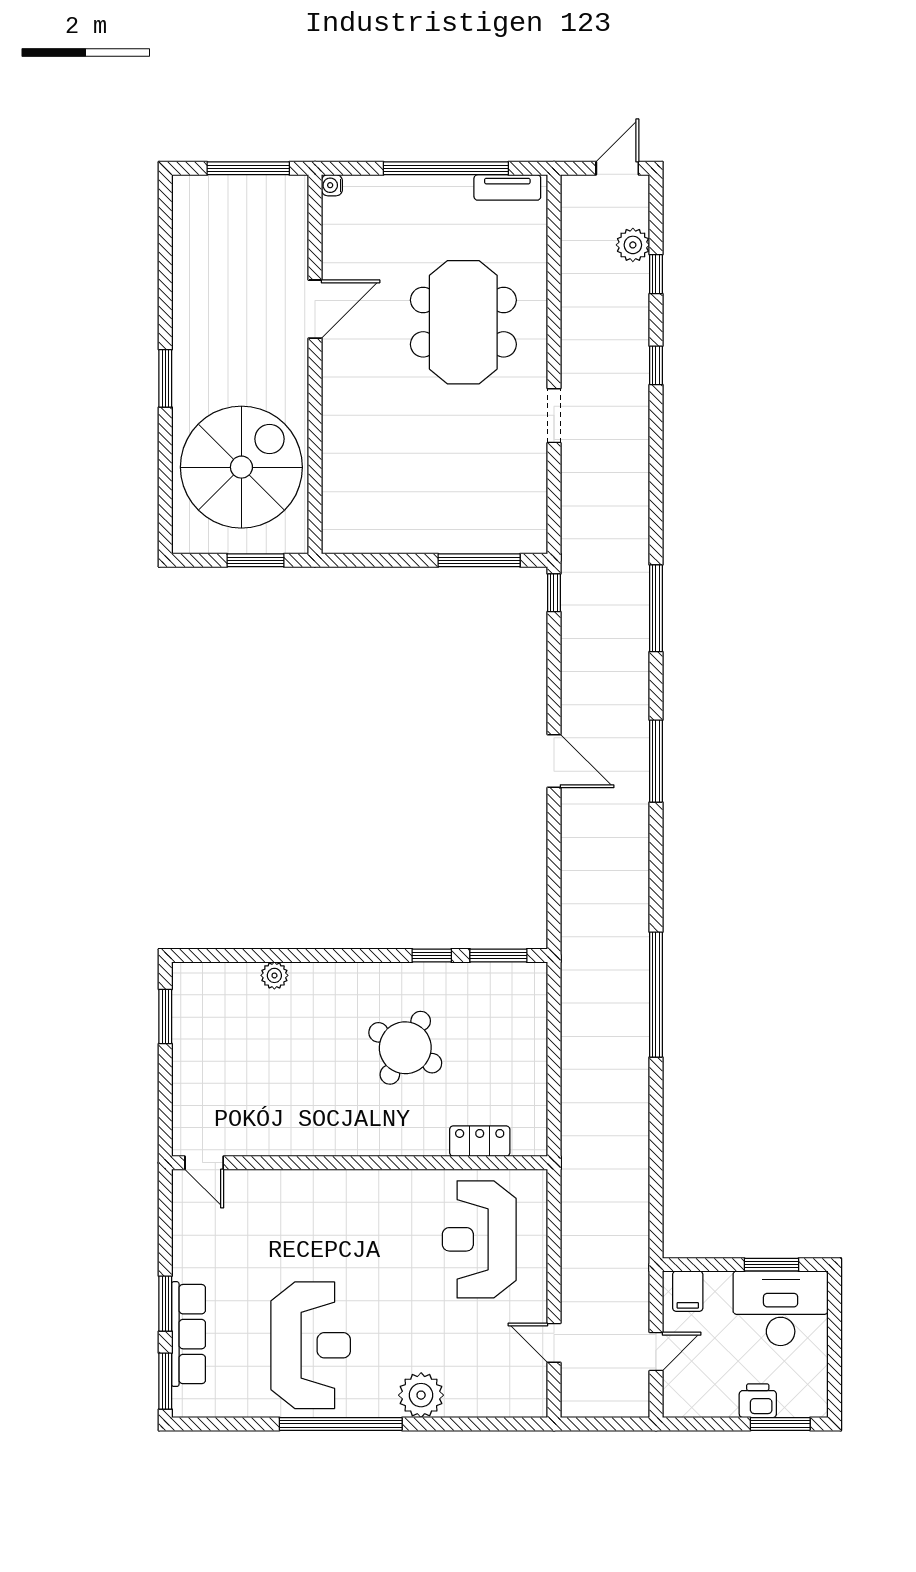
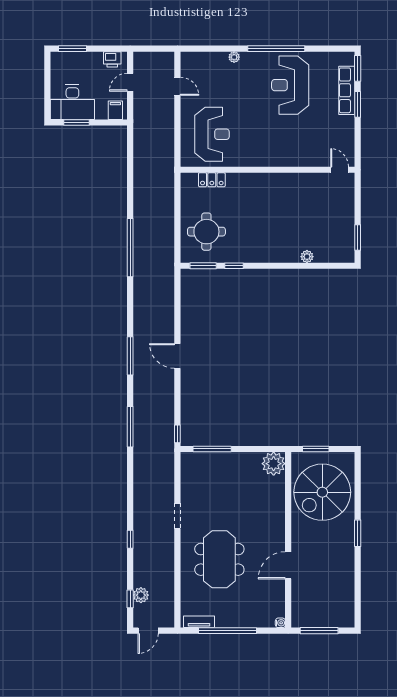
window: (656, 274) -> (130, 599), moved
plant: (347, 529) -> (274, 464), added
round table: (405, 1048) -> (206, 232), moved, turned -30
plant: (421, 1395) -> (234, 57), width x0.53, depth x0.53
printer: (758, 1401) -> (112, 59), moved

